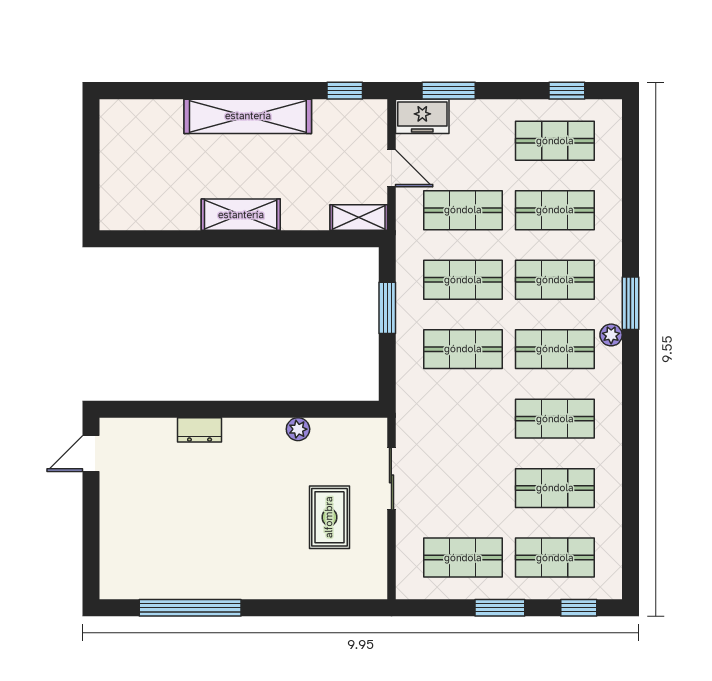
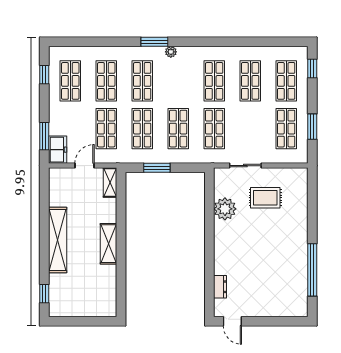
window: (345, 91) -> (44, 294), moved
shop shelf: (555, 349) -> (214, 129), moved
plant: (298, 429) -> (225, 209), width x1.87, depth x1.87
dresser: (200, 430) -> (220, 287), moved
window: (500, 608) -> (312, 127), moved

